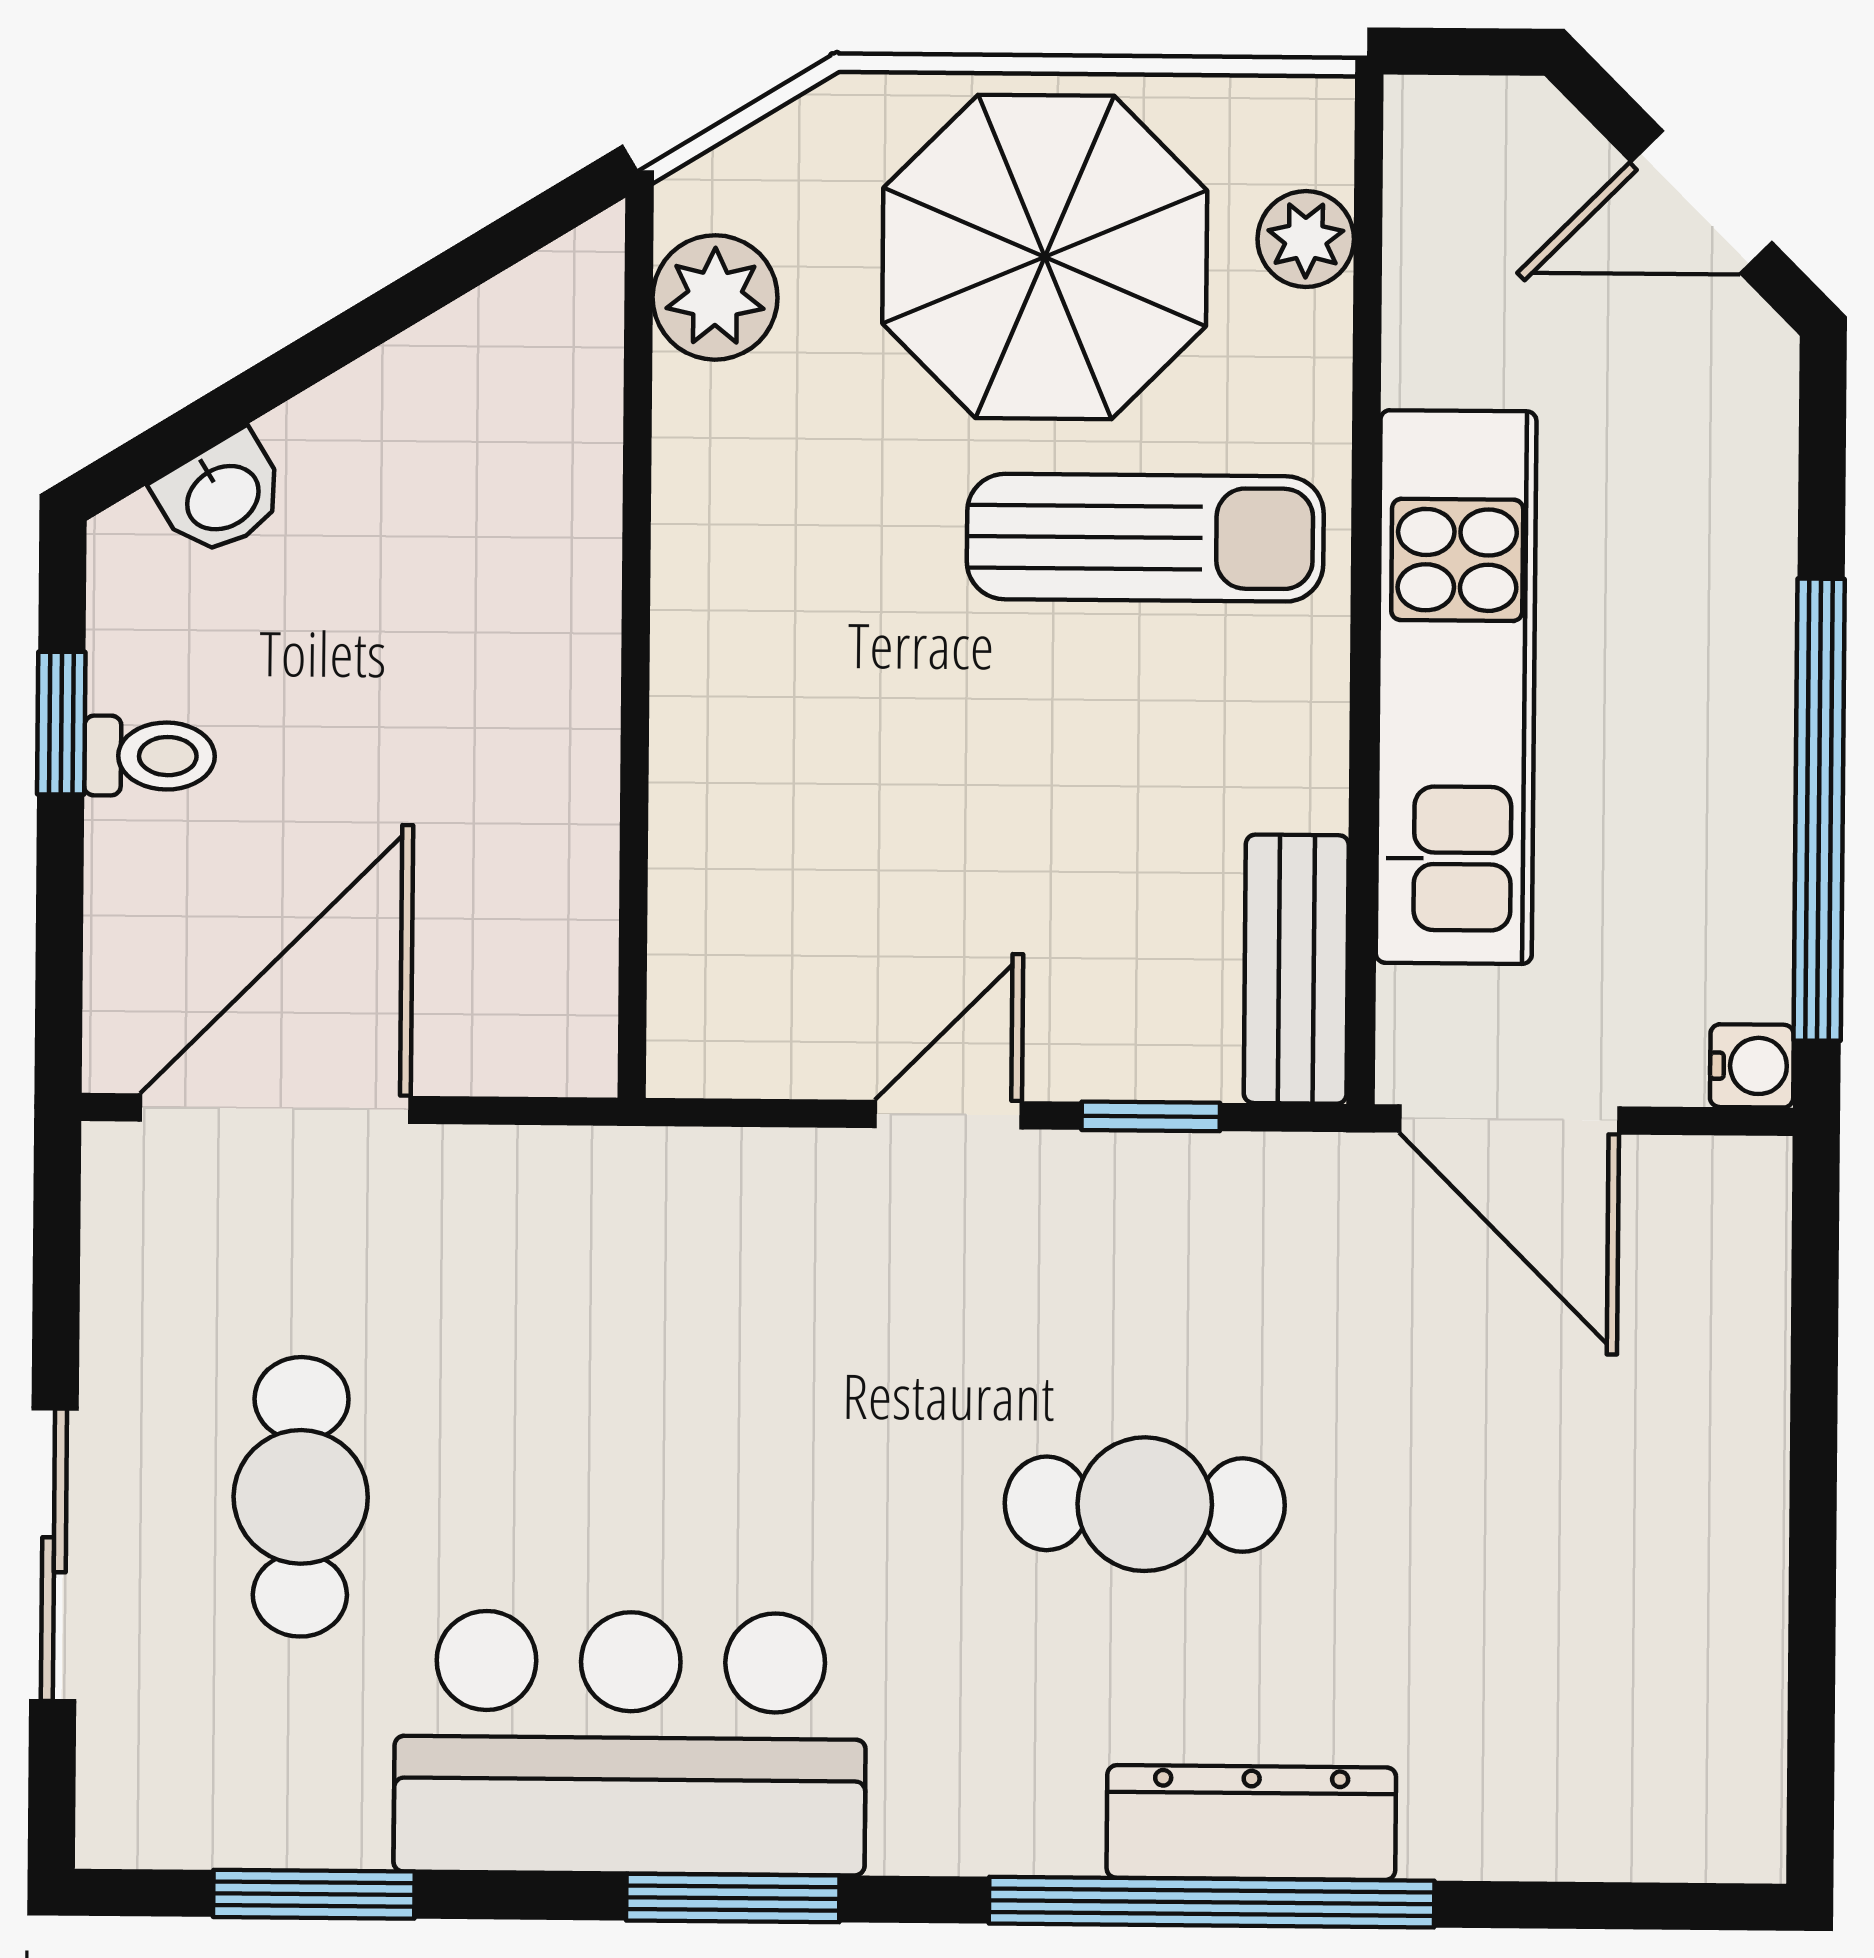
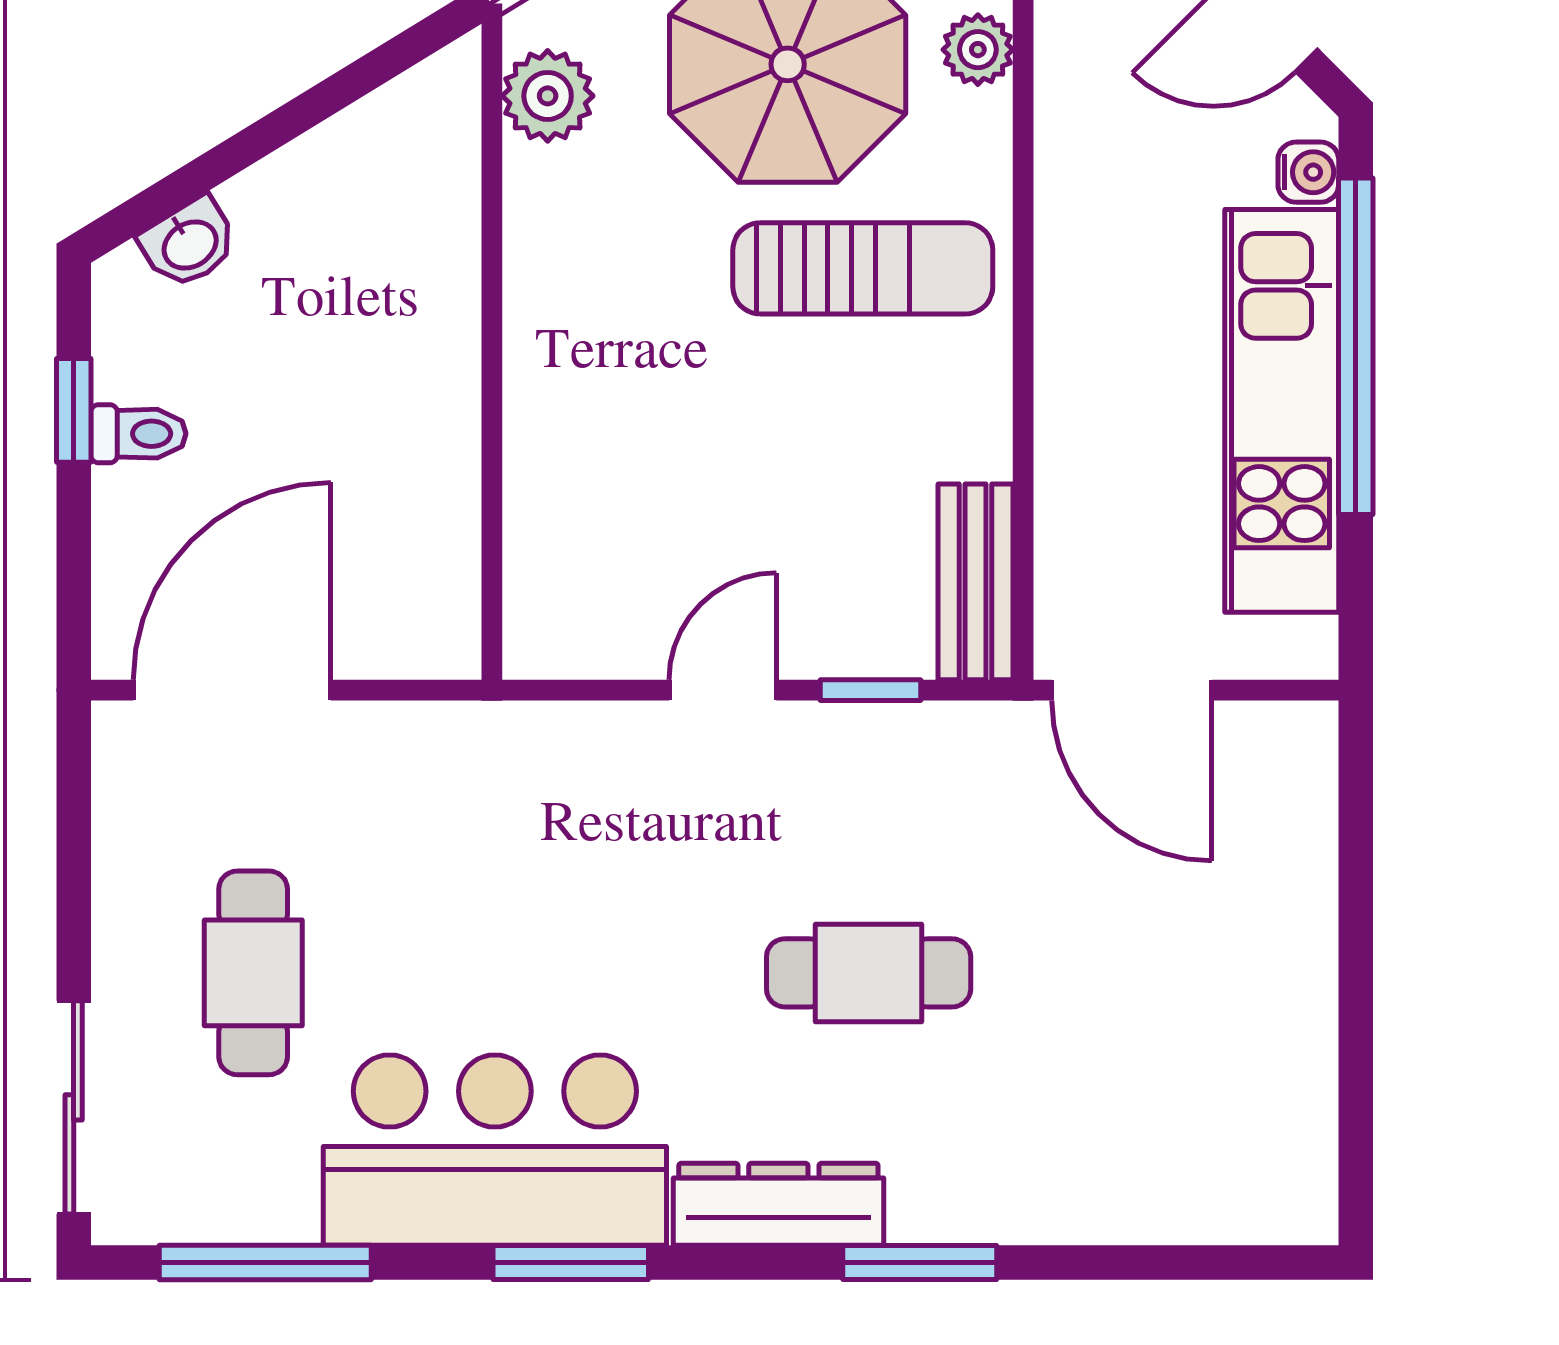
kitchen unit: (1456, 687) -> (1282, 411), moved, turned 180
window: (1819, 810) -> (1356, 346), moved
water cooler: (1752, 1066) -> (1308, 172), moved
sliding door: (54, 1555) -> (74, 1107), moved
dresser: (1251, 1823) -> (778, 1204), moved
window: (314, 1894) -> (265, 1263), width x1.44
window: (1212, 1902) -> (920, 1263), width x0.47

